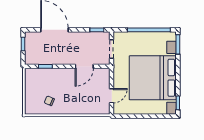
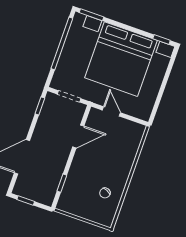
door: (84, 66) -> (78, 136), hinge flipped
door: (112, 96) -> (111, 111), moved

